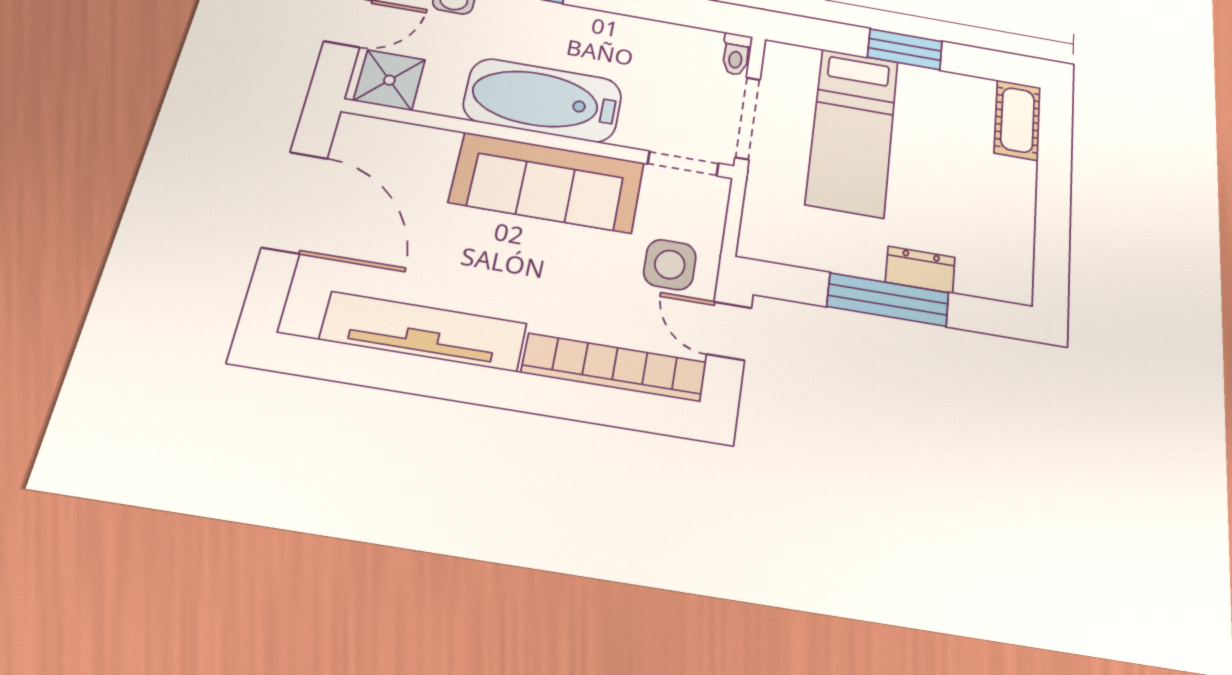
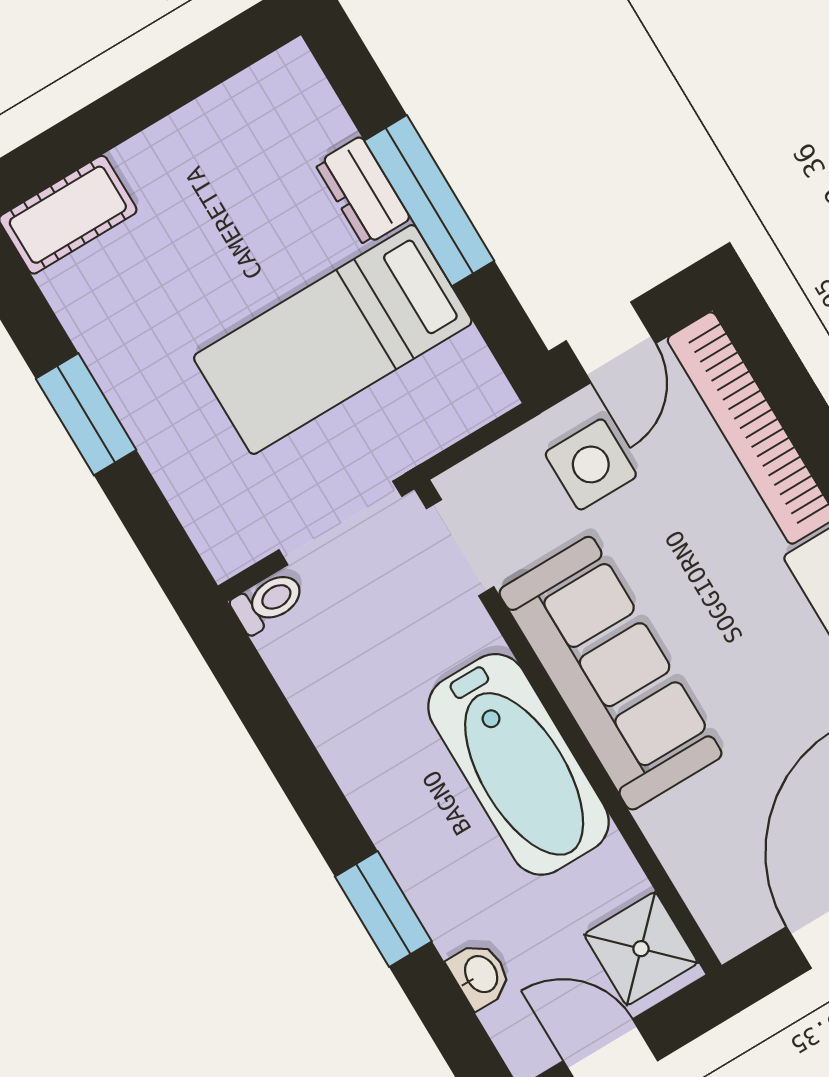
bed: (852, 132) -> (333, 339), moved, turned 180

